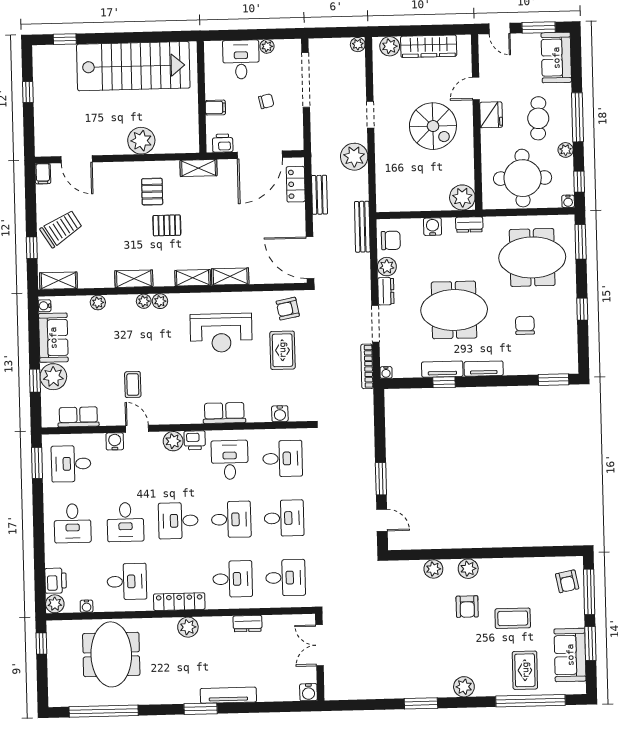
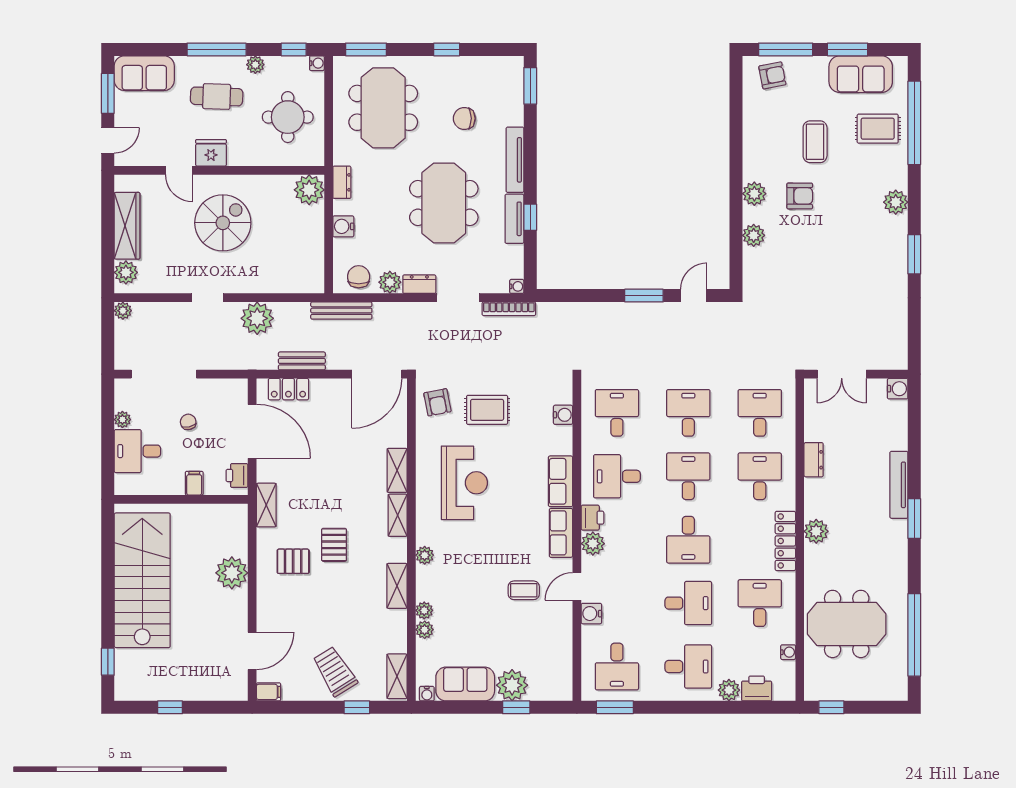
round table: (523, 178) -> (288, 117), width x0.73, depth x0.73
plant: (144, 301) -> (424, 610), moved
tv unit: (484, 369) -> (515, 160), width x1.41
row of seats: (78, 417) -> (561, 533), moved
plant: (55, 604) -> (729, 690), moved

